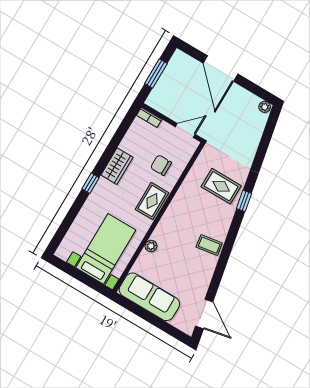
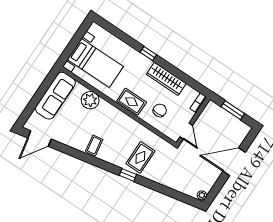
wardrobe: (117, 166) -> (166, 79), width x1.50
plant: (151, 246) -> (90, 100), width x1.87, depth x1.87

